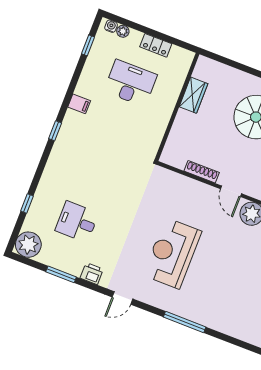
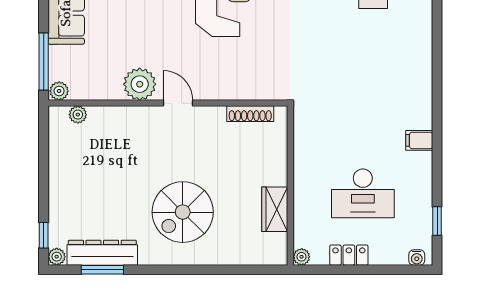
plant: (123, 31) -> (302, 257), moved
window: (55, 131) -> (437, 93), removed
shoe rack: (202, 172) -> (250, 114), moved

